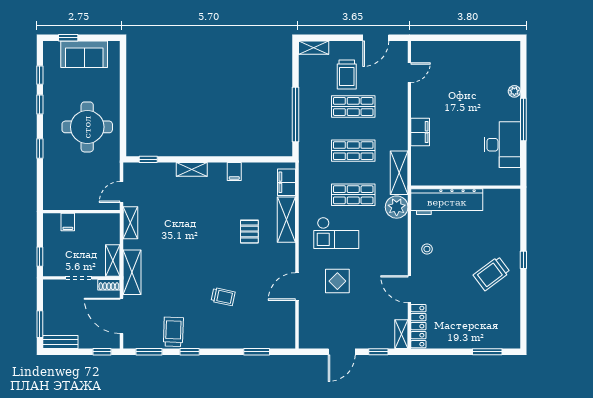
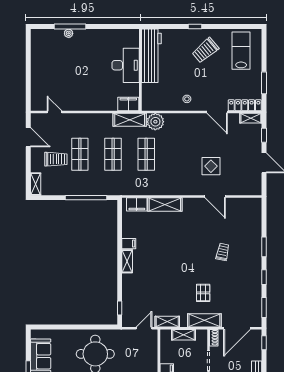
window: (523, 120) -> (70, 27), moved
filing cabinet: (420, 132) -> (128, 104), moved
desk: (502, 145) -> (126, 65), moved, turned 90
shelving: (192, 169) -> (127, 261), moved
door: (121, 192) -> (144, 328), swing flipped
workbench: (447, 202) -> (151, 56), moved
pallet: (249, 232) -> (203, 293), moved, turned 90
checkout: (336, 233) -> (175, 167), removed
shelving: (113, 261) -> (184, 335), moved
trolley: (492, 274) -> (205, 50), turned 87
door: (409, 289) -> (217, 112), hinge flipped
lab bench: (491, 321) -> (241, 51), added
trolley: (173, 332) -> (249, 289), removed
window: (257, 352) -> (264, 247), moved
window: (487, 352) -> (264, 83), moved

